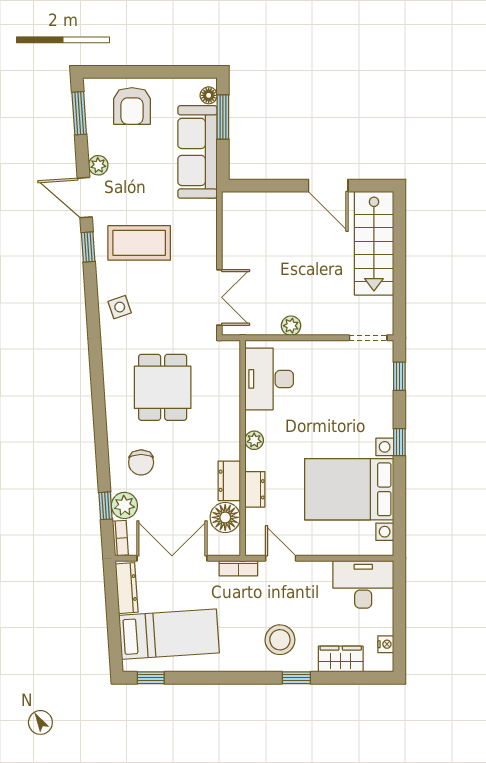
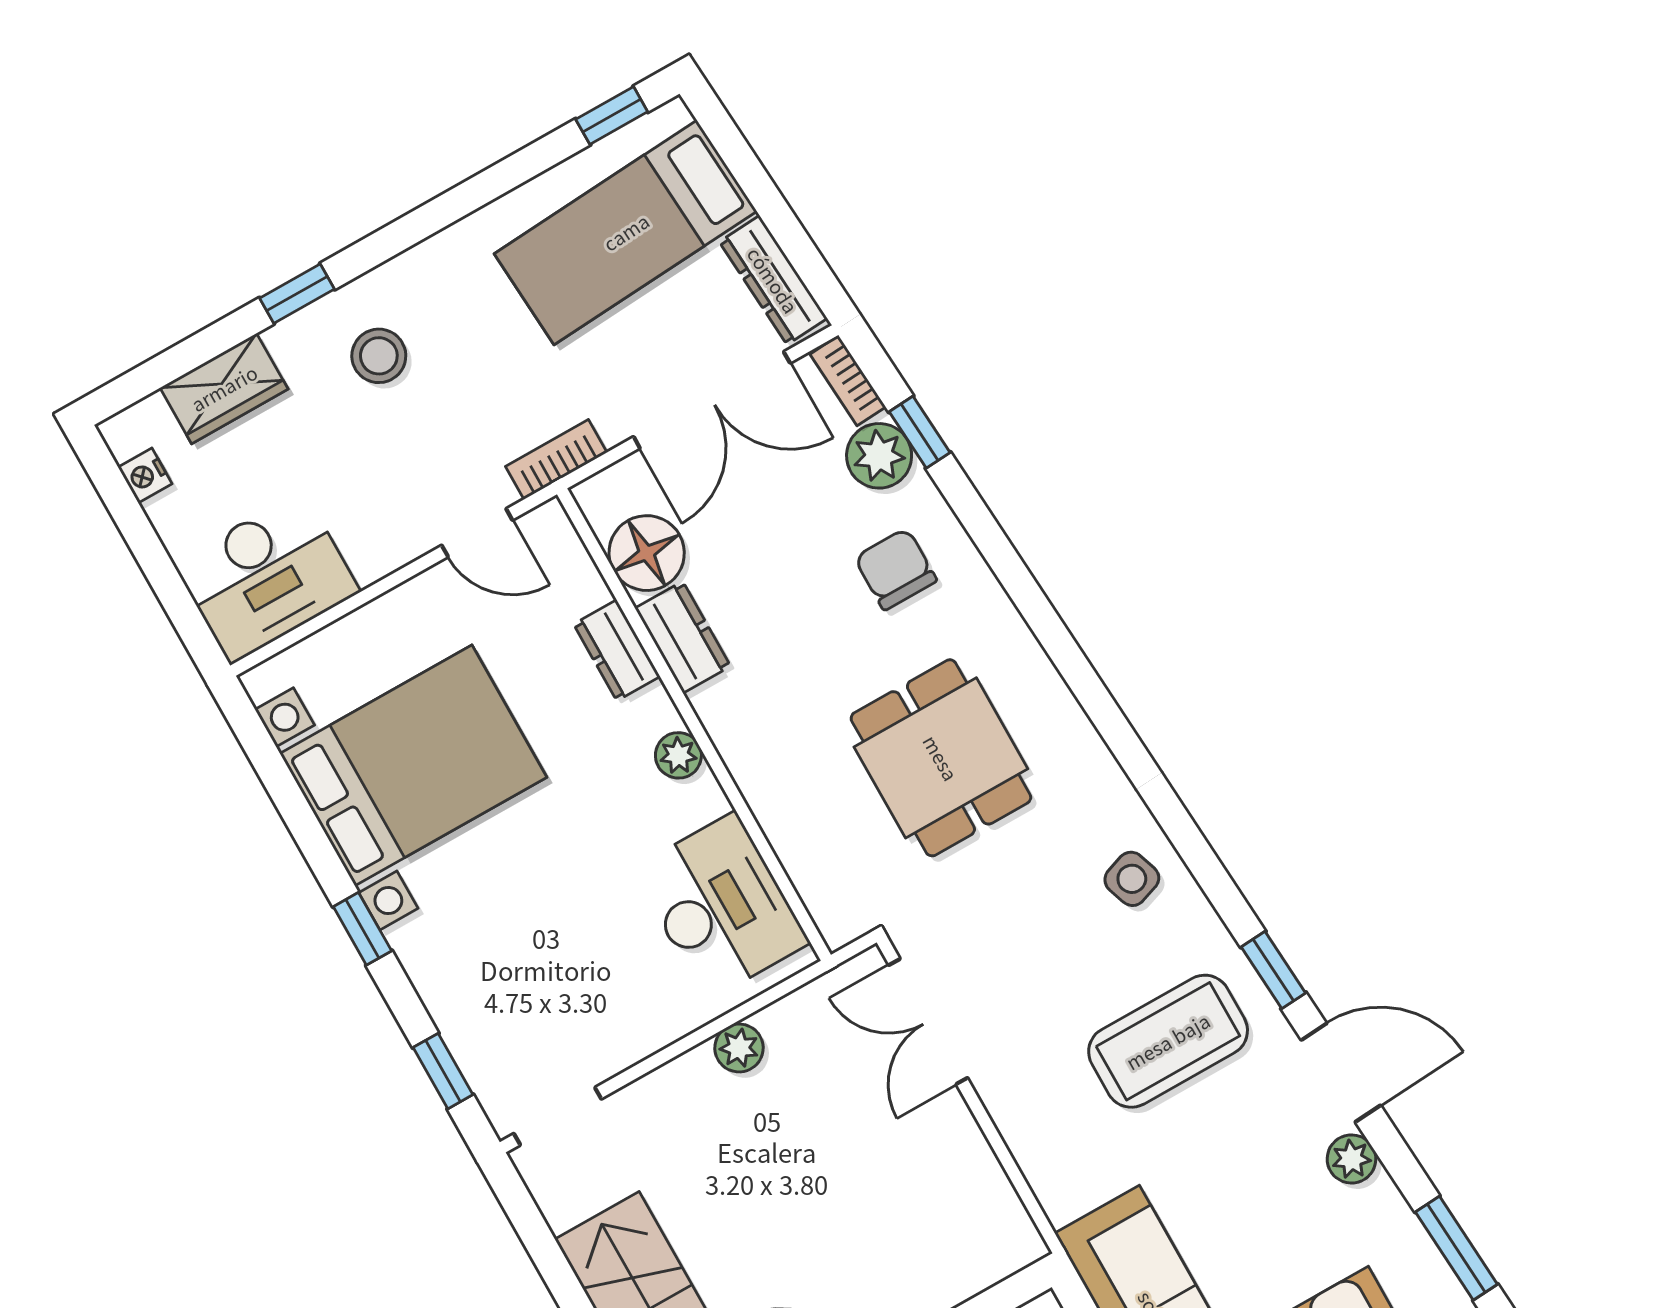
stool: (280, 640) -> (379, 356), width x0.73, depth x0.73

